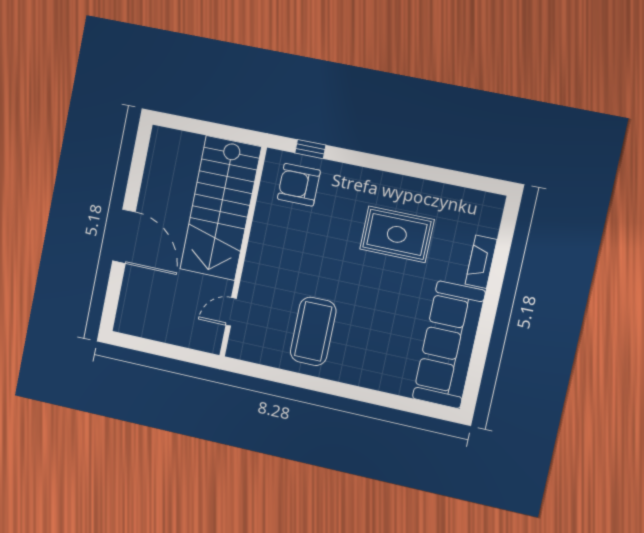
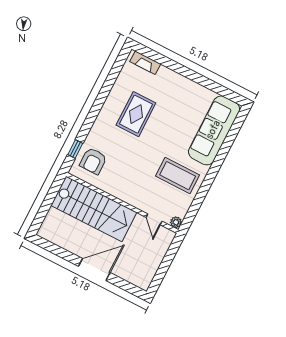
fireplace: (481, 262) -> (145, 63), moved
sofa: (449, 345) -> (214, 130), moved, turned 90
plant: (236, 349) -> (176, 222), added

